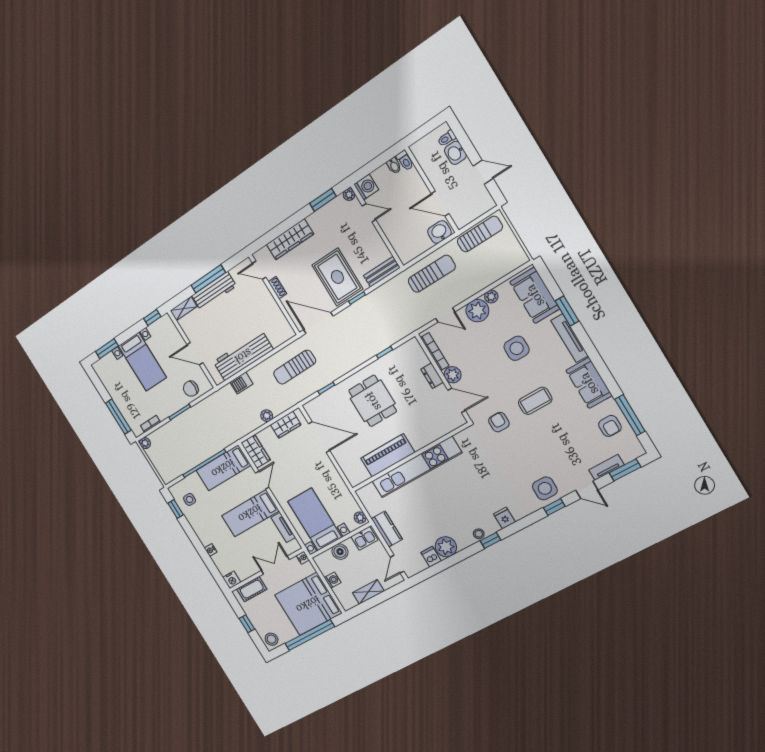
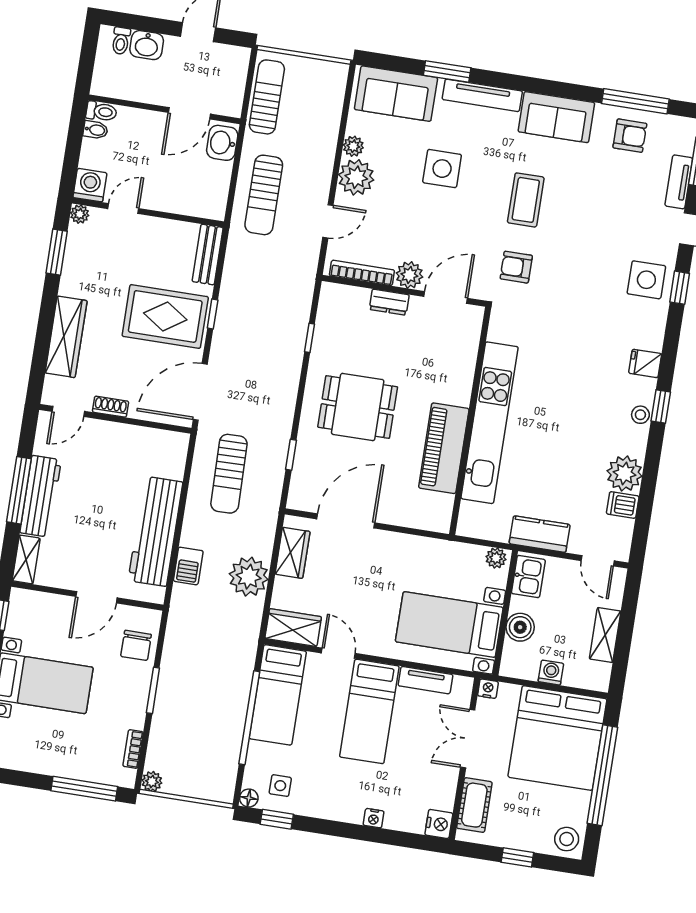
sun lounger: (432, 274) -> (264, 195), turned 180
plant: (267, 416) -> (249, 577), width x1.87, depth x1.87
floor lamp: (174, 490) -> (249, 798), added

